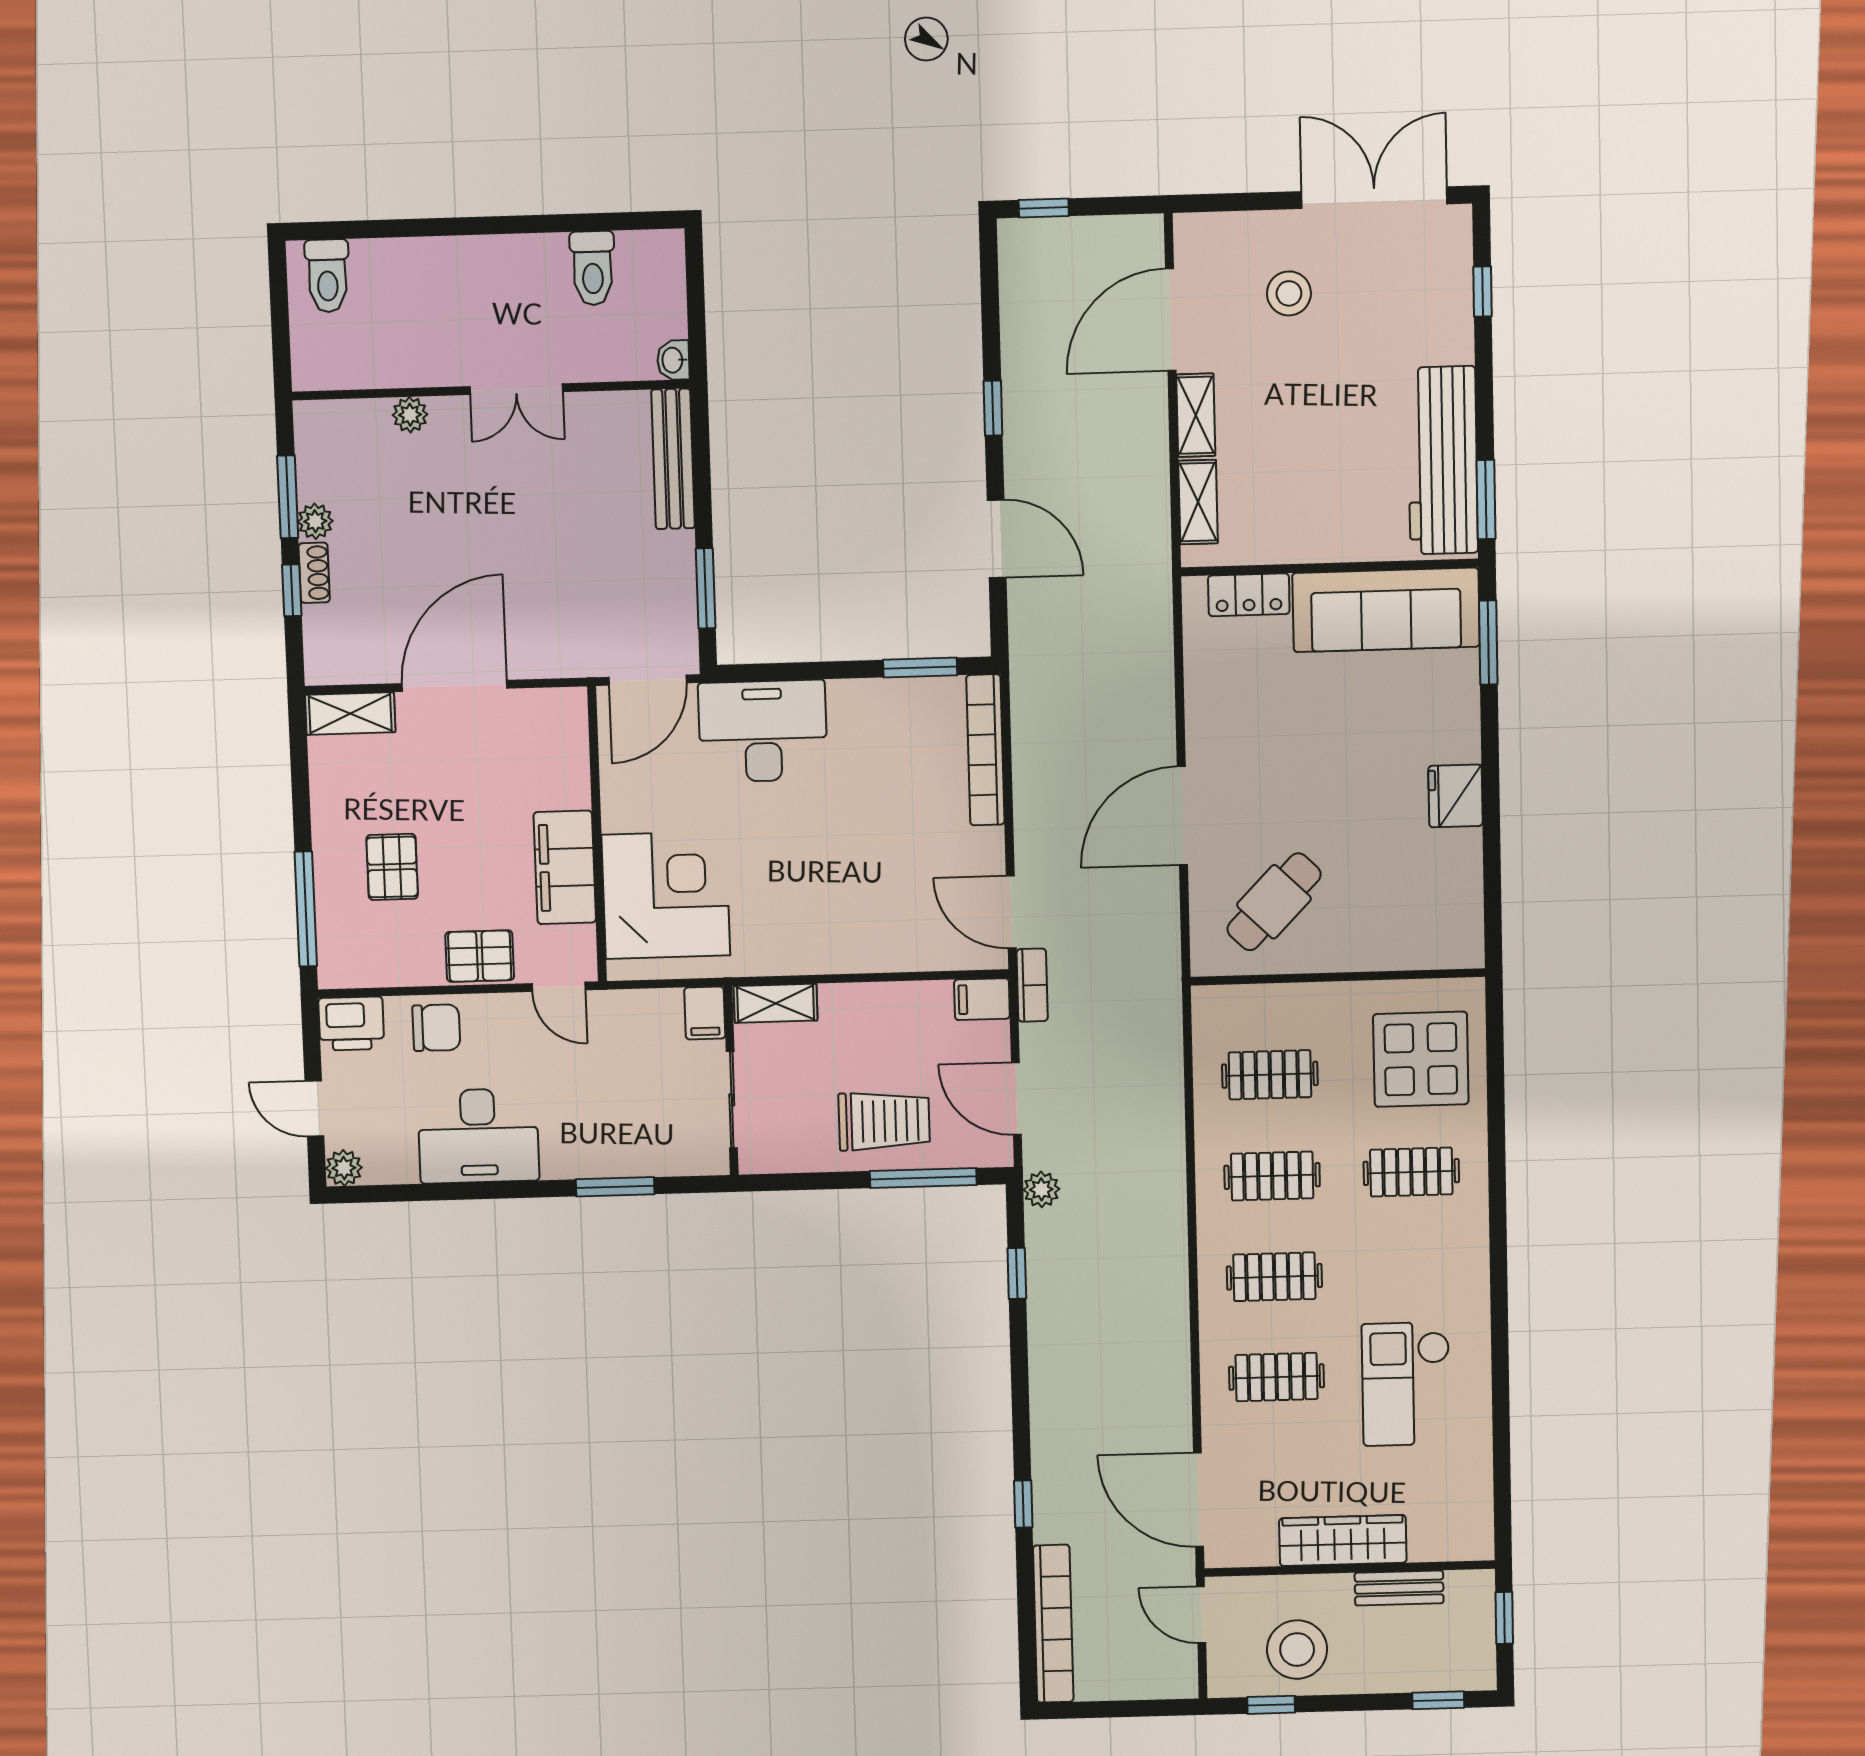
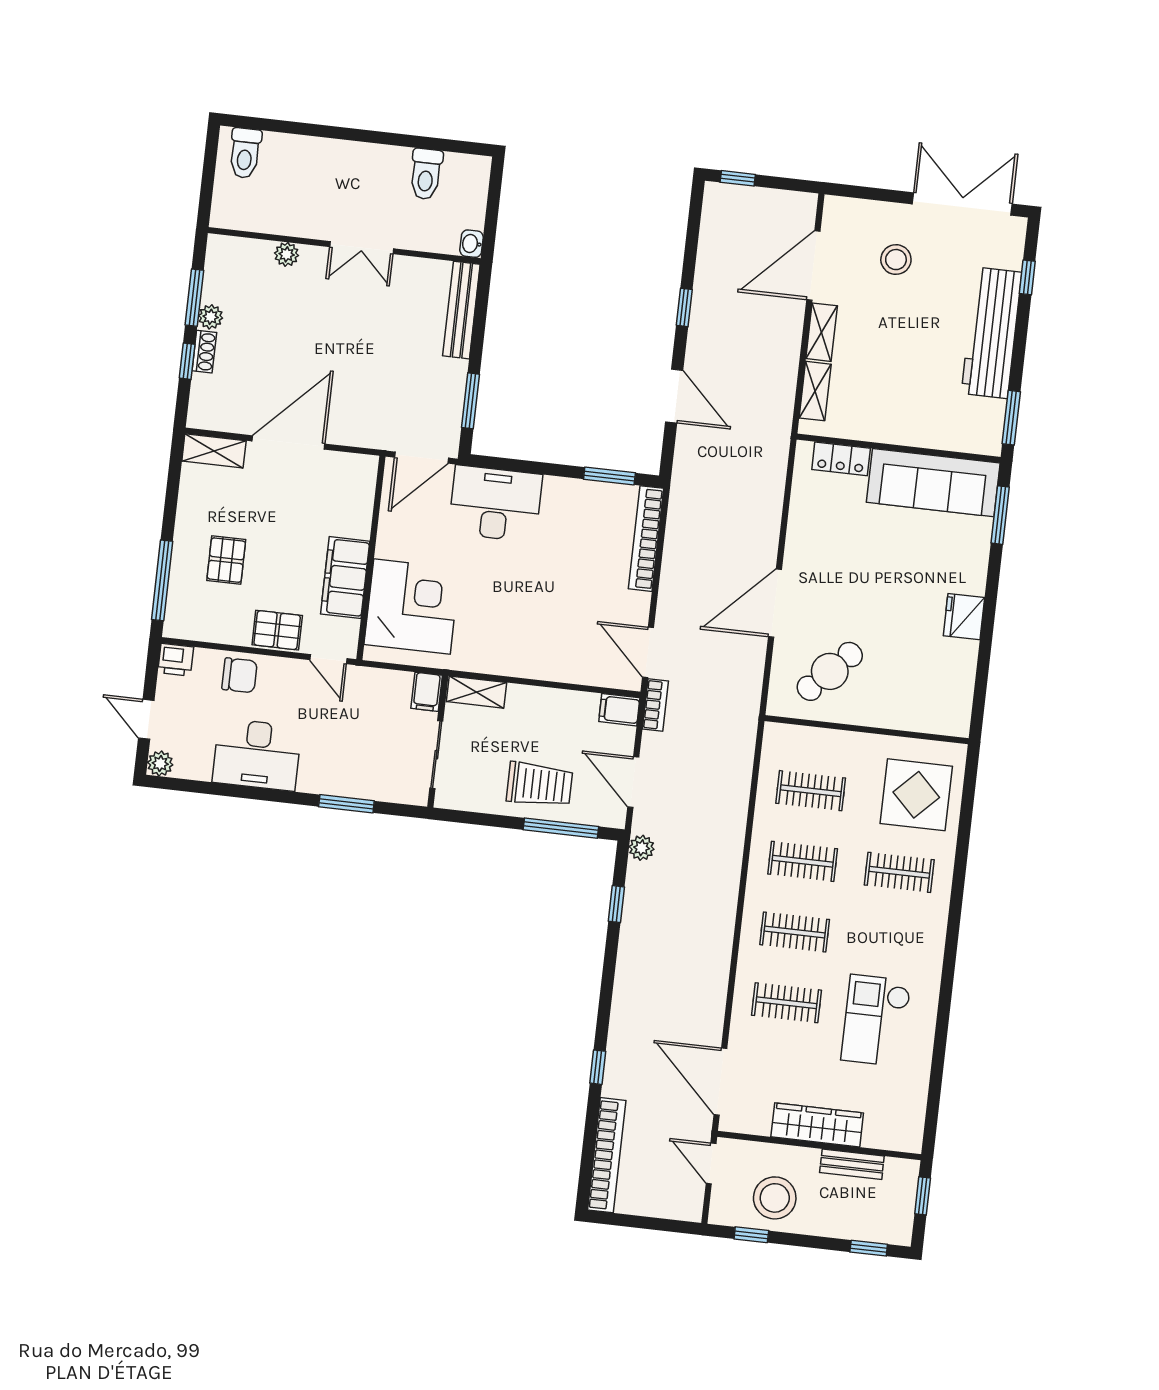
workbench: (1443, 460) -> (991, 333), moved
printer: (351, 1024) -> (176, 660), width x0.73, depth x0.81

